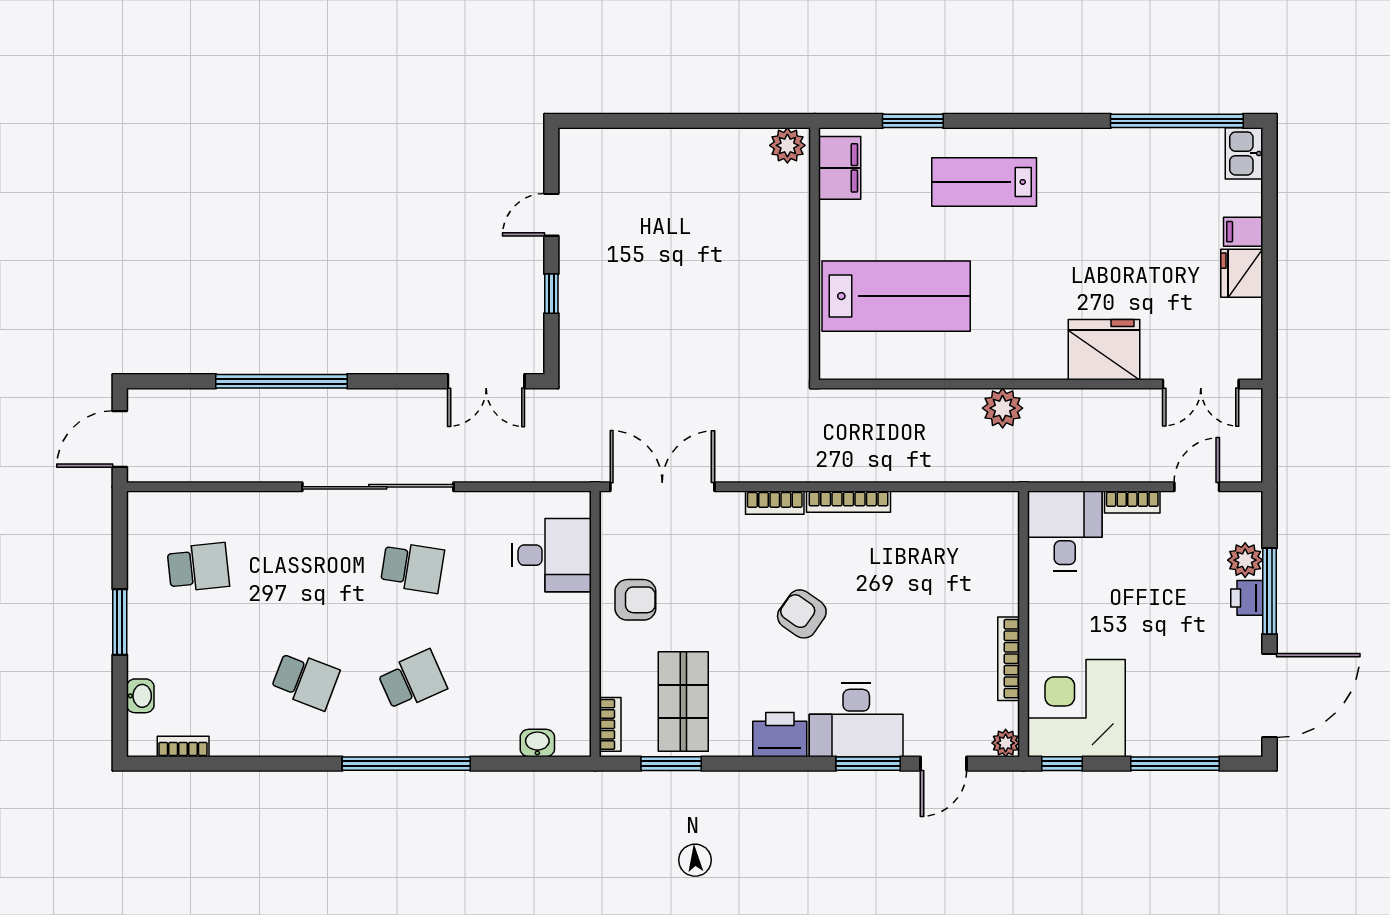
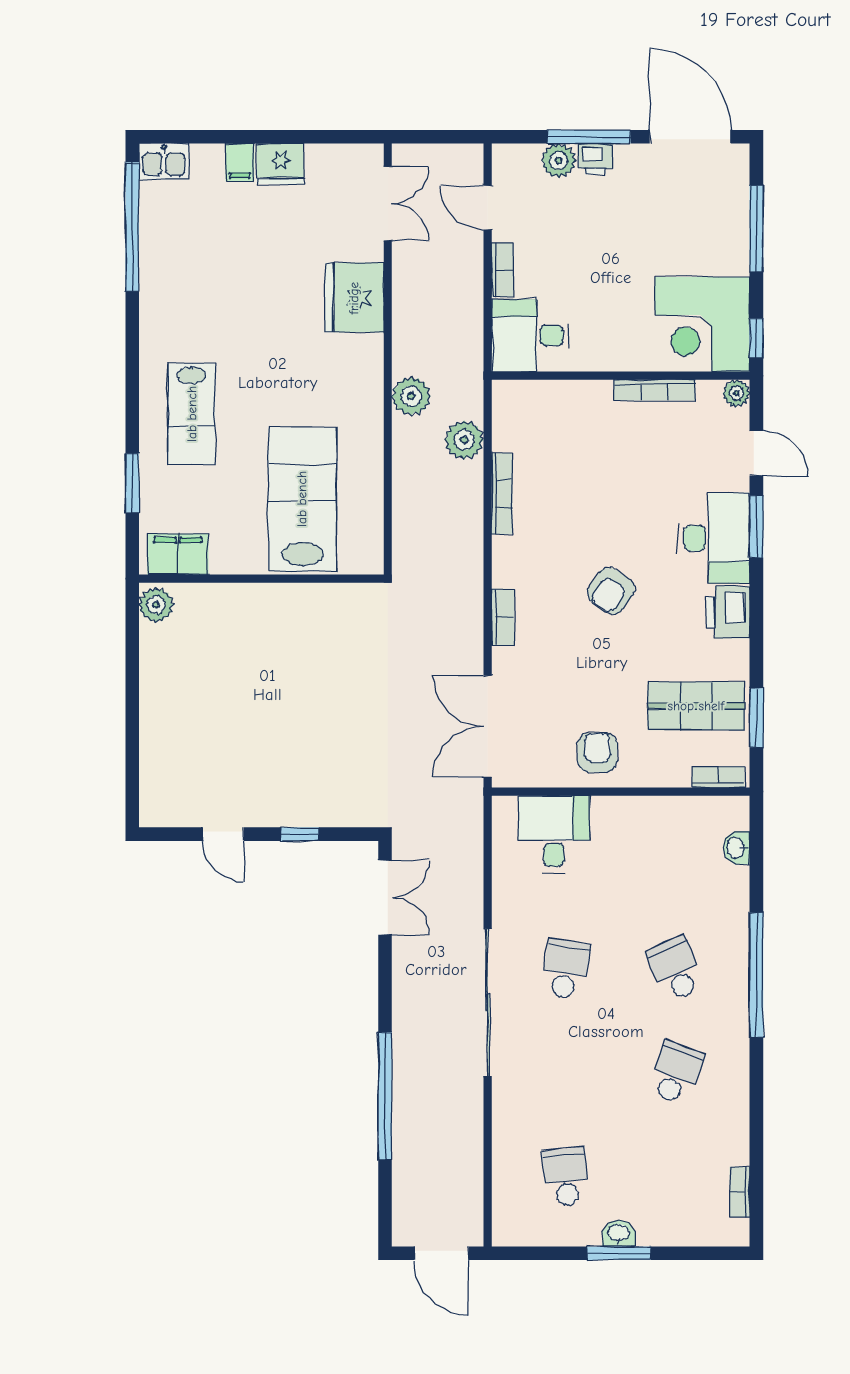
plant: (957, 463) -> (464, 440), added
bookcase: (849, 502) -> (502, 494), moved
washbasin: (140, 696) -> (619, 1233), moved

